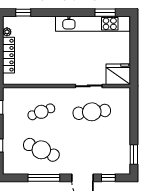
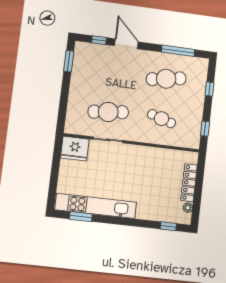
cafe table: (41, 112) -> (162, 119), turned 39
cafe table: (41, 150) -> (166, 79), turned -33
window: (44, 178) -> (178, 51), moved

